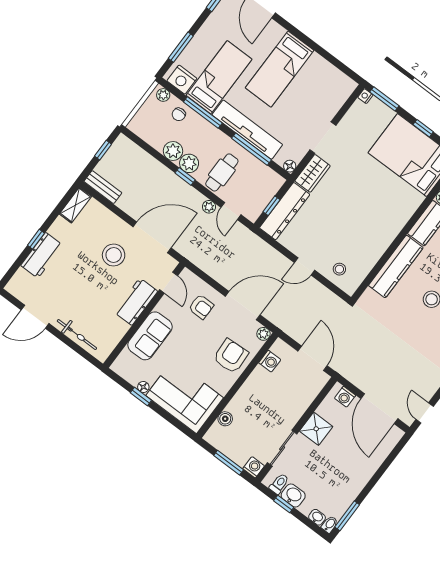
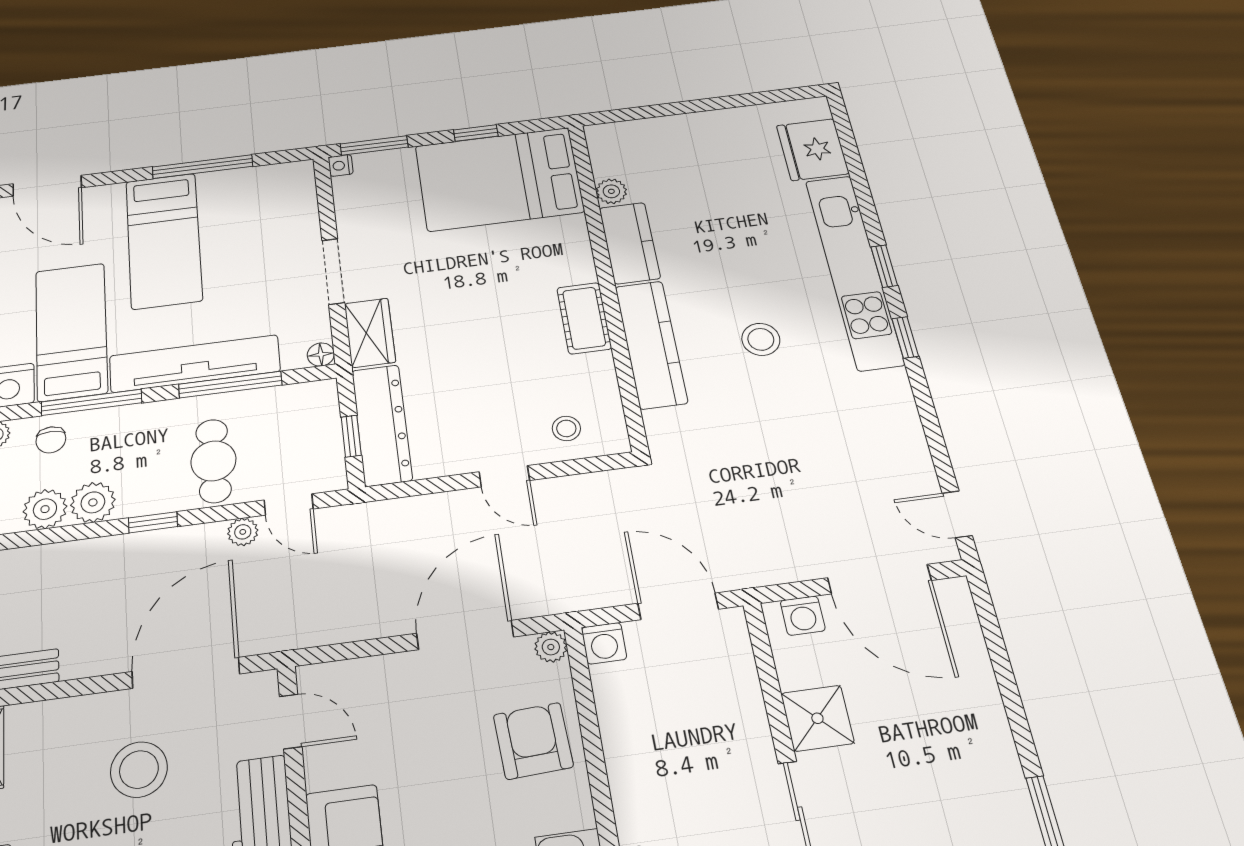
window: (319, 50) -> (203, 167), added
plant: (189, 163) -> (45, 509), moved
cot: (385, 236) -> (584, 318), added
door: (304, 266) -> (504, 476), hinge flipped
armchair: (201, 307) -> (392, 707), removed
washing machine: (270, 361) -> (604, 643), moved, turned 90

